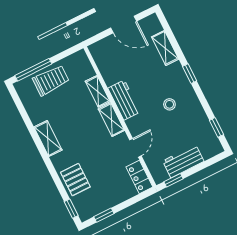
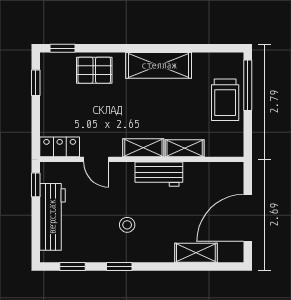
door: (124, 25) -> (248, 218), width x1.36
window: (190, 74) -> (119, 266), moved
shelving: (48, 138) -> (159, 65), width x1.50, depth x1.33
workbench: (183, 161) -> (52, 217), width x1.38

